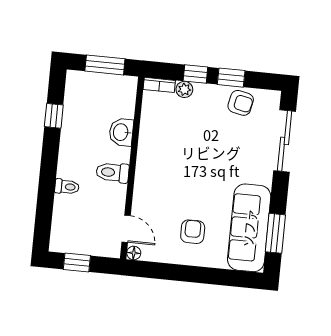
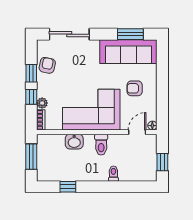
corner sofa: (167, 163) -> (91, 110), added

